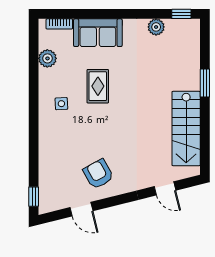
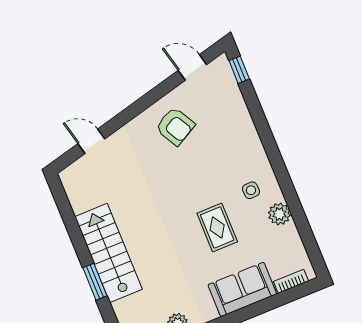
plant: (47, 58) -> (279, 214), moved
stairs: (186, 128) -> (109, 253), moved
door: (81, 209) -> (192, 67), moved

